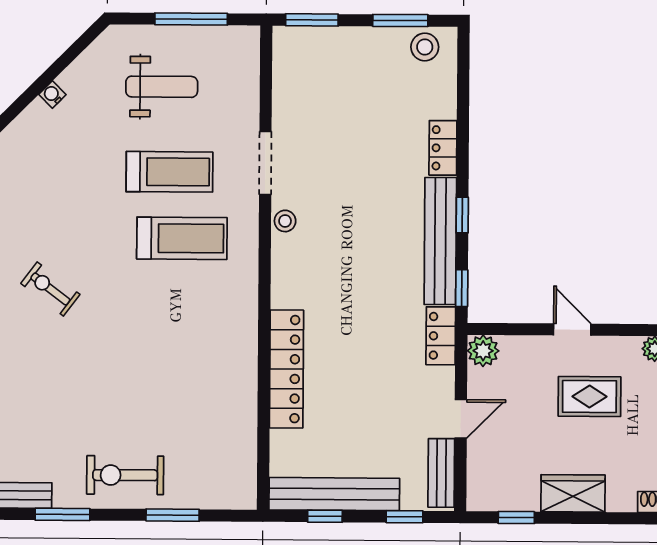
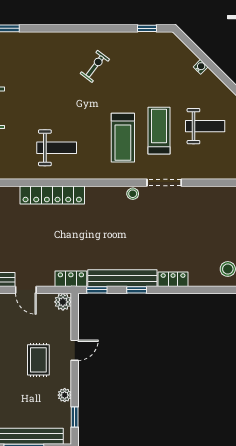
weight bench: (162, 87) -> (205, 126), turned -90
treadmill: (169, 172) -> (159, 131), turned 180
weight bench: (200, 360) -> (57, 148), added

